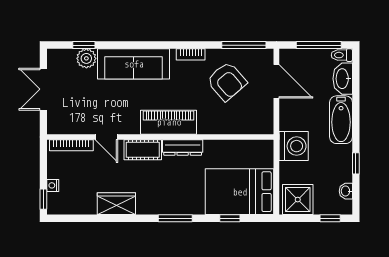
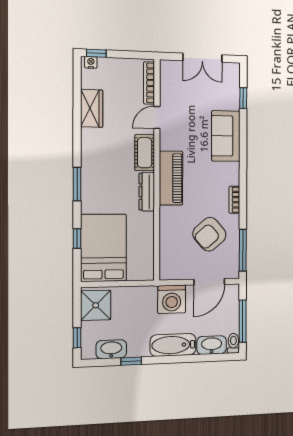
plant: (86, 58) -> (231, 100), removed
sofa: (134, 64) -> (226, 136), width x0.73
double door: (43, 89) -> (202, 58), swing flipped
washing machine: (294, 146) -> (172, 299), moved
nightstand: (53, 185) -> (91, 62), moved
washbasin: (346, 191) -> (111, 349), width x1.91, depth x1.45
wardrobe: (116, 204) -> (92, 108), moved

